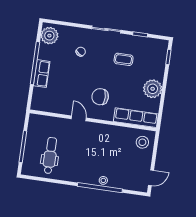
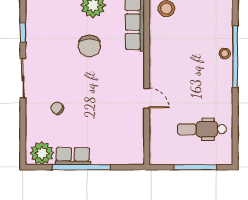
coffee table: (124, 59) -> (59, 50), removed
row of seats: (42, 74) -> (73, 156), moved
chair: (100, 97) -> (89, 46), moved
door: (79, 118) -> (147, 98), swing flipped

